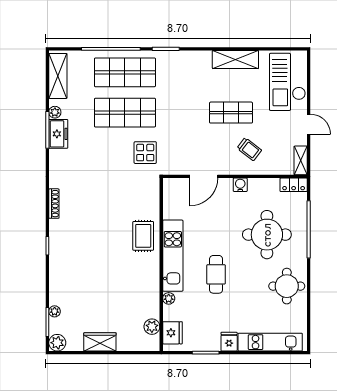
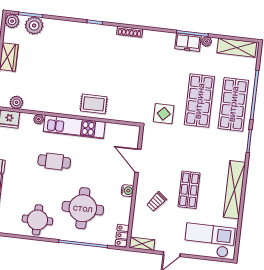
shelving: (235, 60) -> (234, 190), width x1.47
plant: (55, 311) -> (34, 26), width x1.88, depth x1.88

